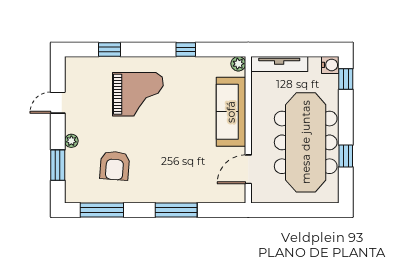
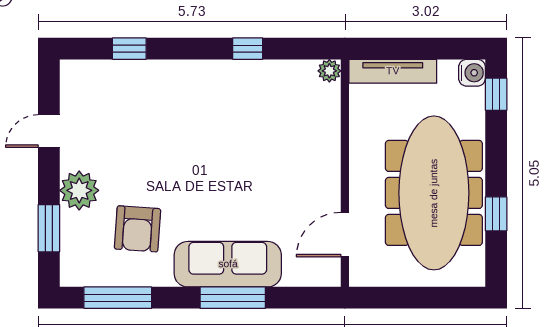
grand piano: (138, 94) -> (173, 118), removed
sofa: (231, 112) -> (228, 264), moved, turned 90
plant: (71, 141) -> (79, 190), width x1.88, depth x1.88

